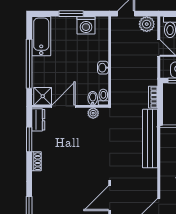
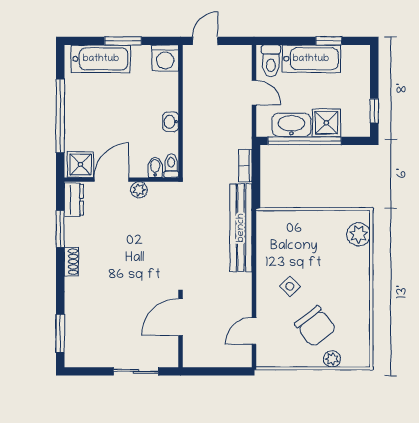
plant: (147, 24) -> (236, 57), removed
washing machine: (86, 25) -> (165, 58), moved
bathtub: (41, 36) -> (101, 59), moved, turned 90
plant: (93, 113) -> (139, 190), moved

